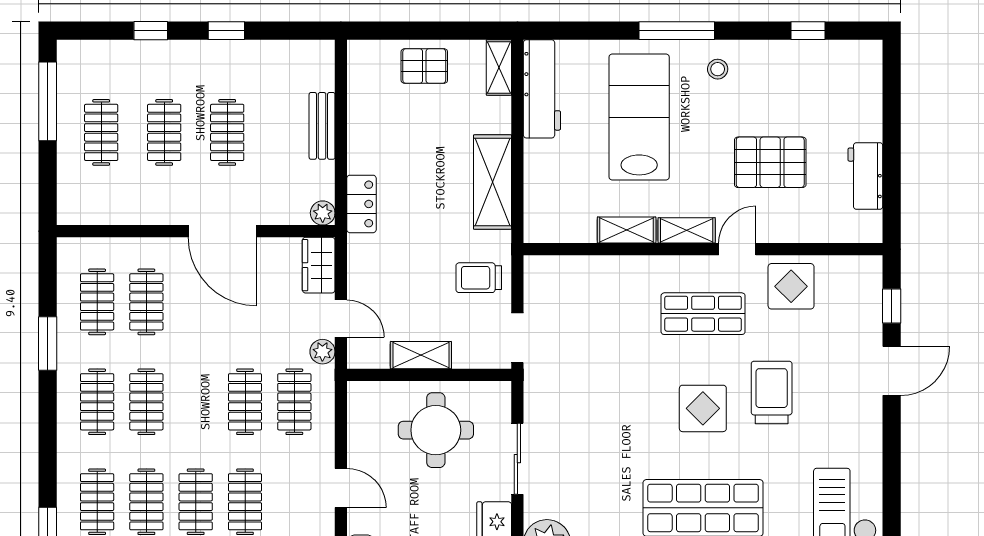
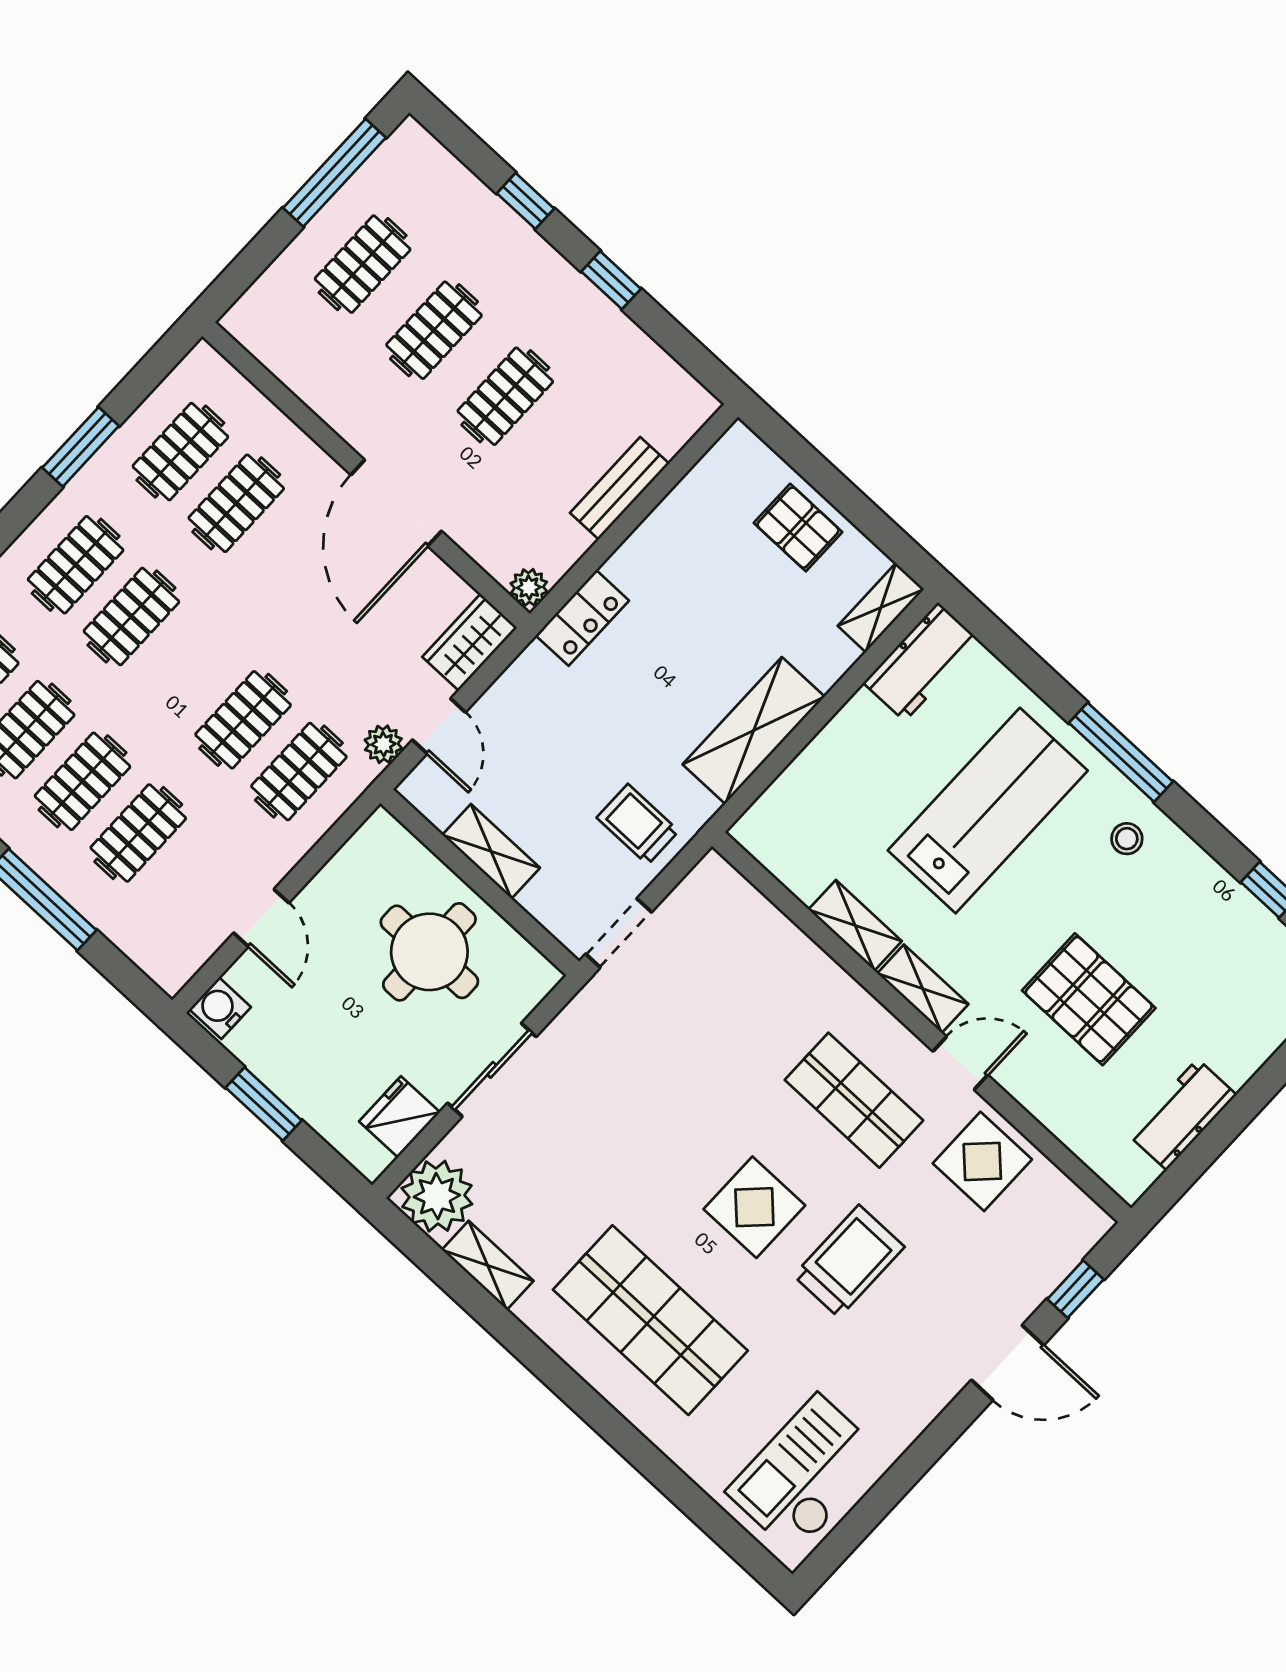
workbench: (542, 89) -> (921, 662), width x0.73

